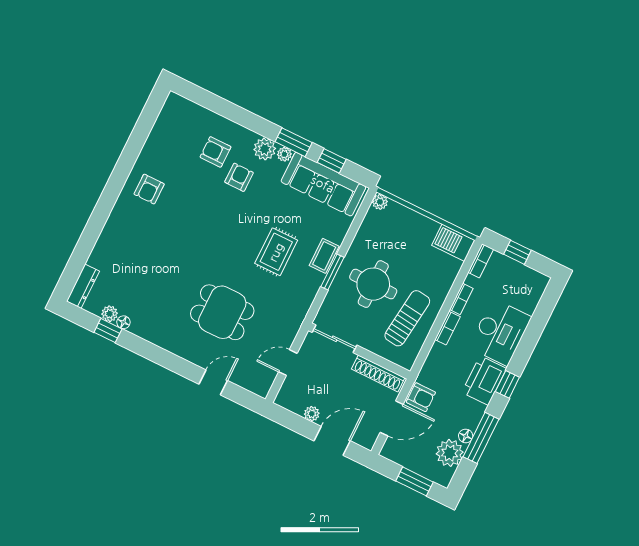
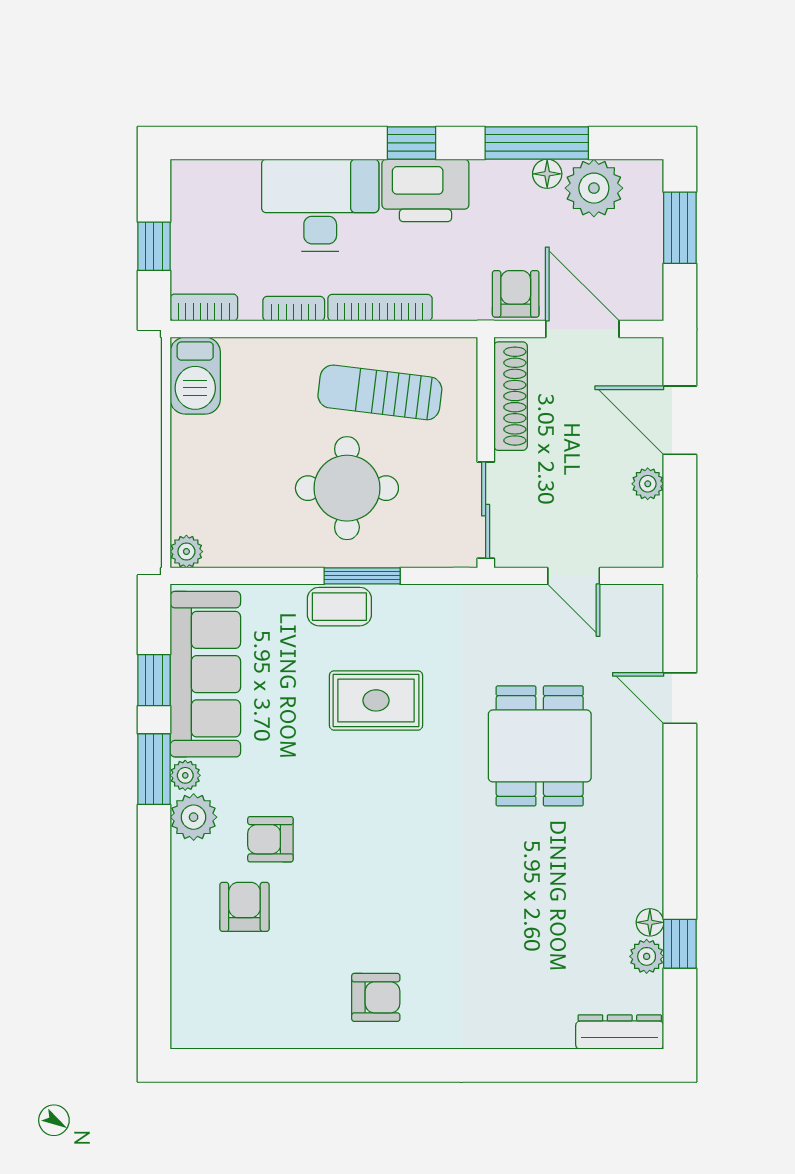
armchair: (216, 152) -> (244, 907), turned 180
bookcase: (448, 328) -> (380, 308), width x1.56

